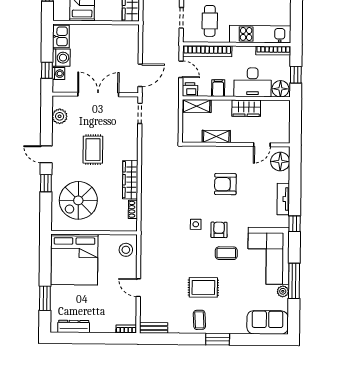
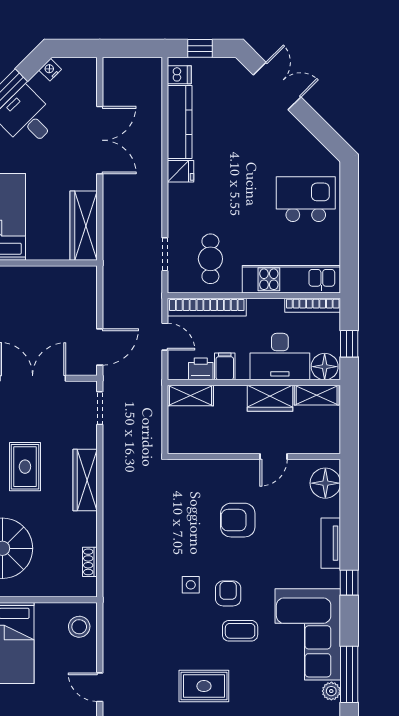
printer: (190, 89) -> (201, 369), moved
shelving: (216, 136) -> (317, 395), moved
door: (262, 145) -> (274, 456), moved
wardrobe: (130, 180) -> (85, 480), moved

